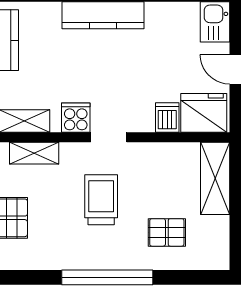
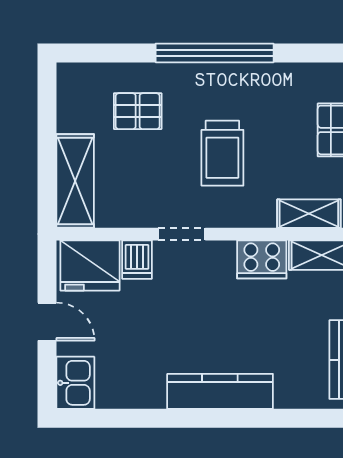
cooker: (76, 118) -> (262, 259), width x1.36
doorway: (109, 137) -> (182, 234), moved

